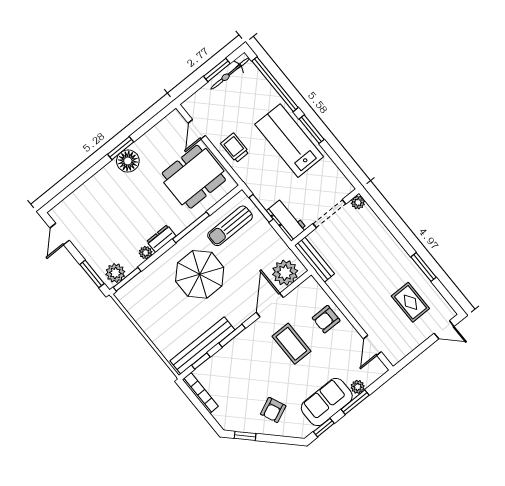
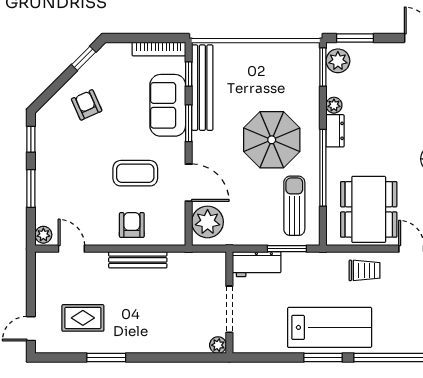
window: (191, 227) -> (323, 168), width x1.46
bench: (315, 260) -> (138, 260), moved
plant: (358, 387) -> (43, 235), moved
sofa: (327, 402) -> (168, 105), moved, turned 180

